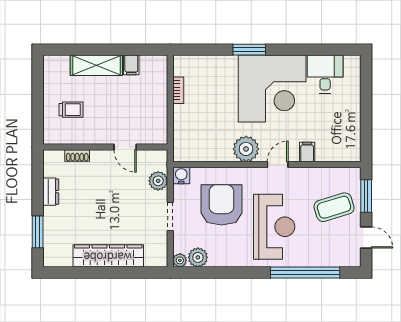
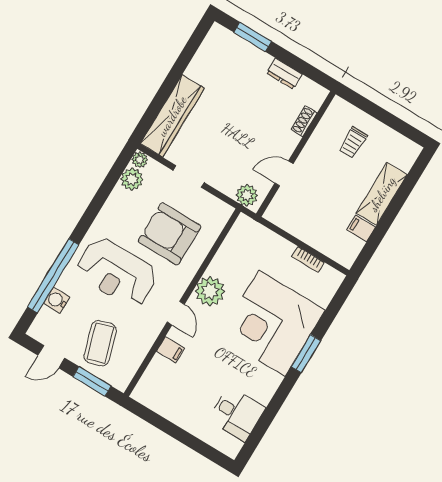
corner desk: (272, 89) -> (272, 323), moved
water cooler: (181, 176) -> (57, 300), moved, turned 180
plant: (158, 181) -> (247, 195), moved
armchair: (221, 205) -> (170, 234), turned 180
wardrobe: (108, 256) -> (172, 116), moved

